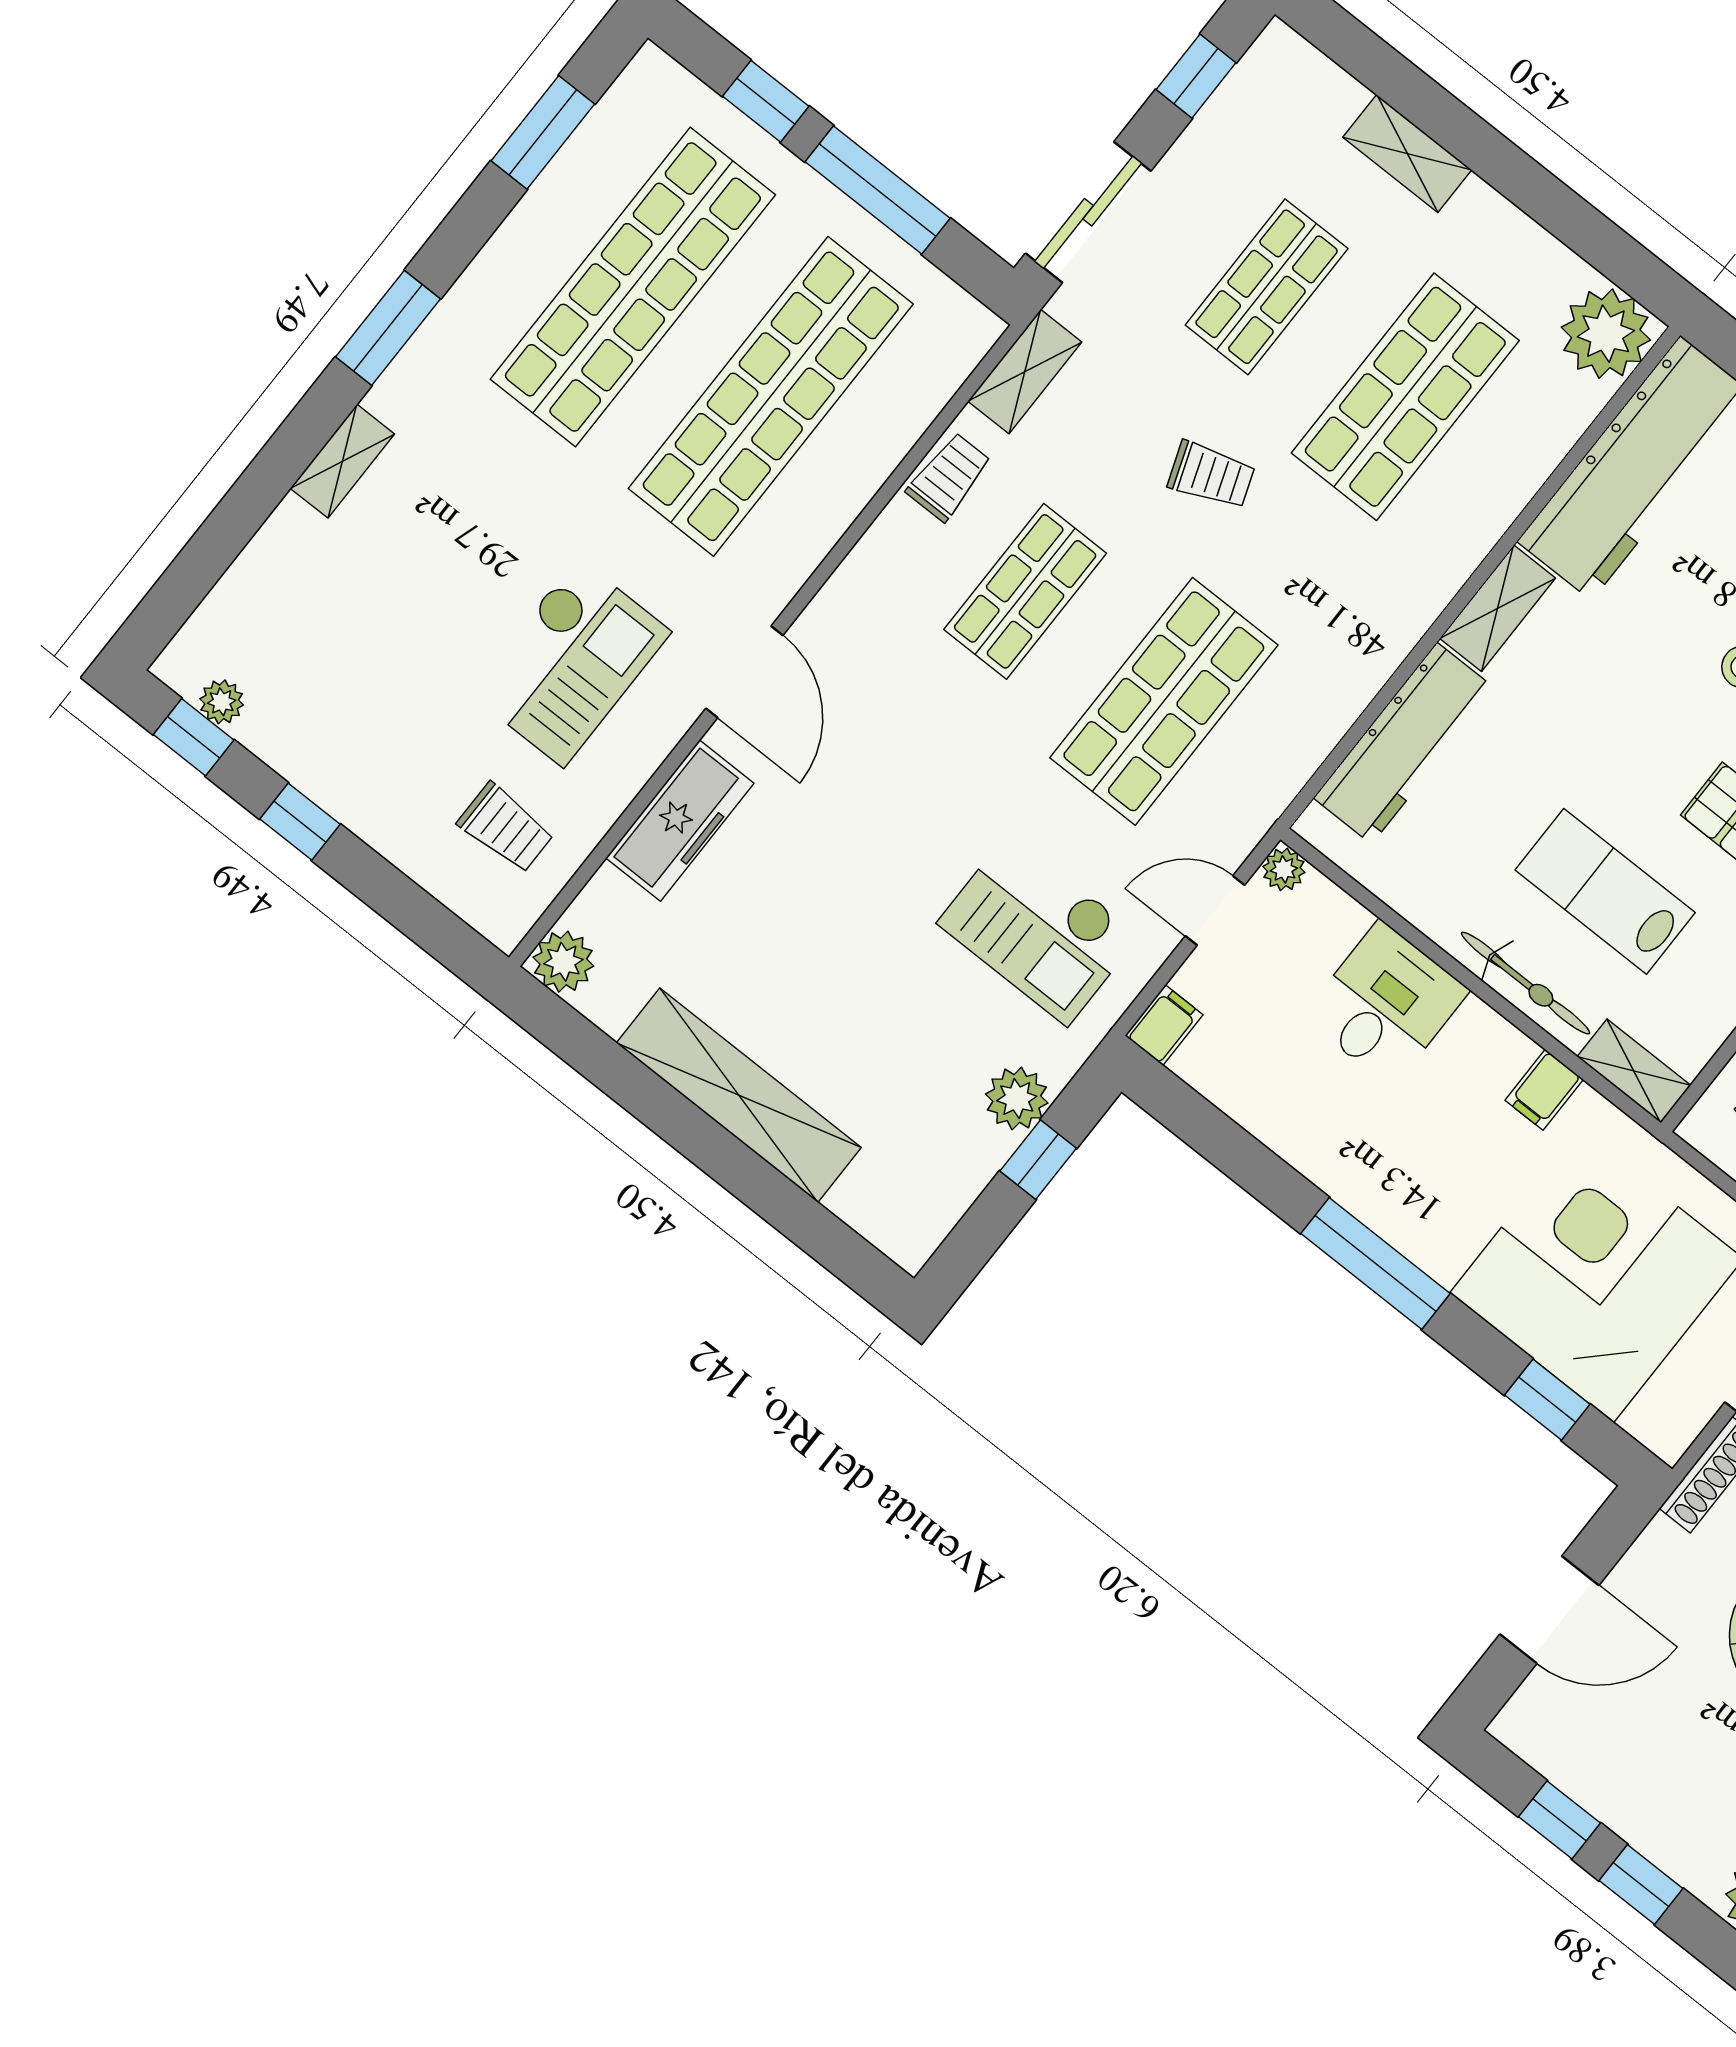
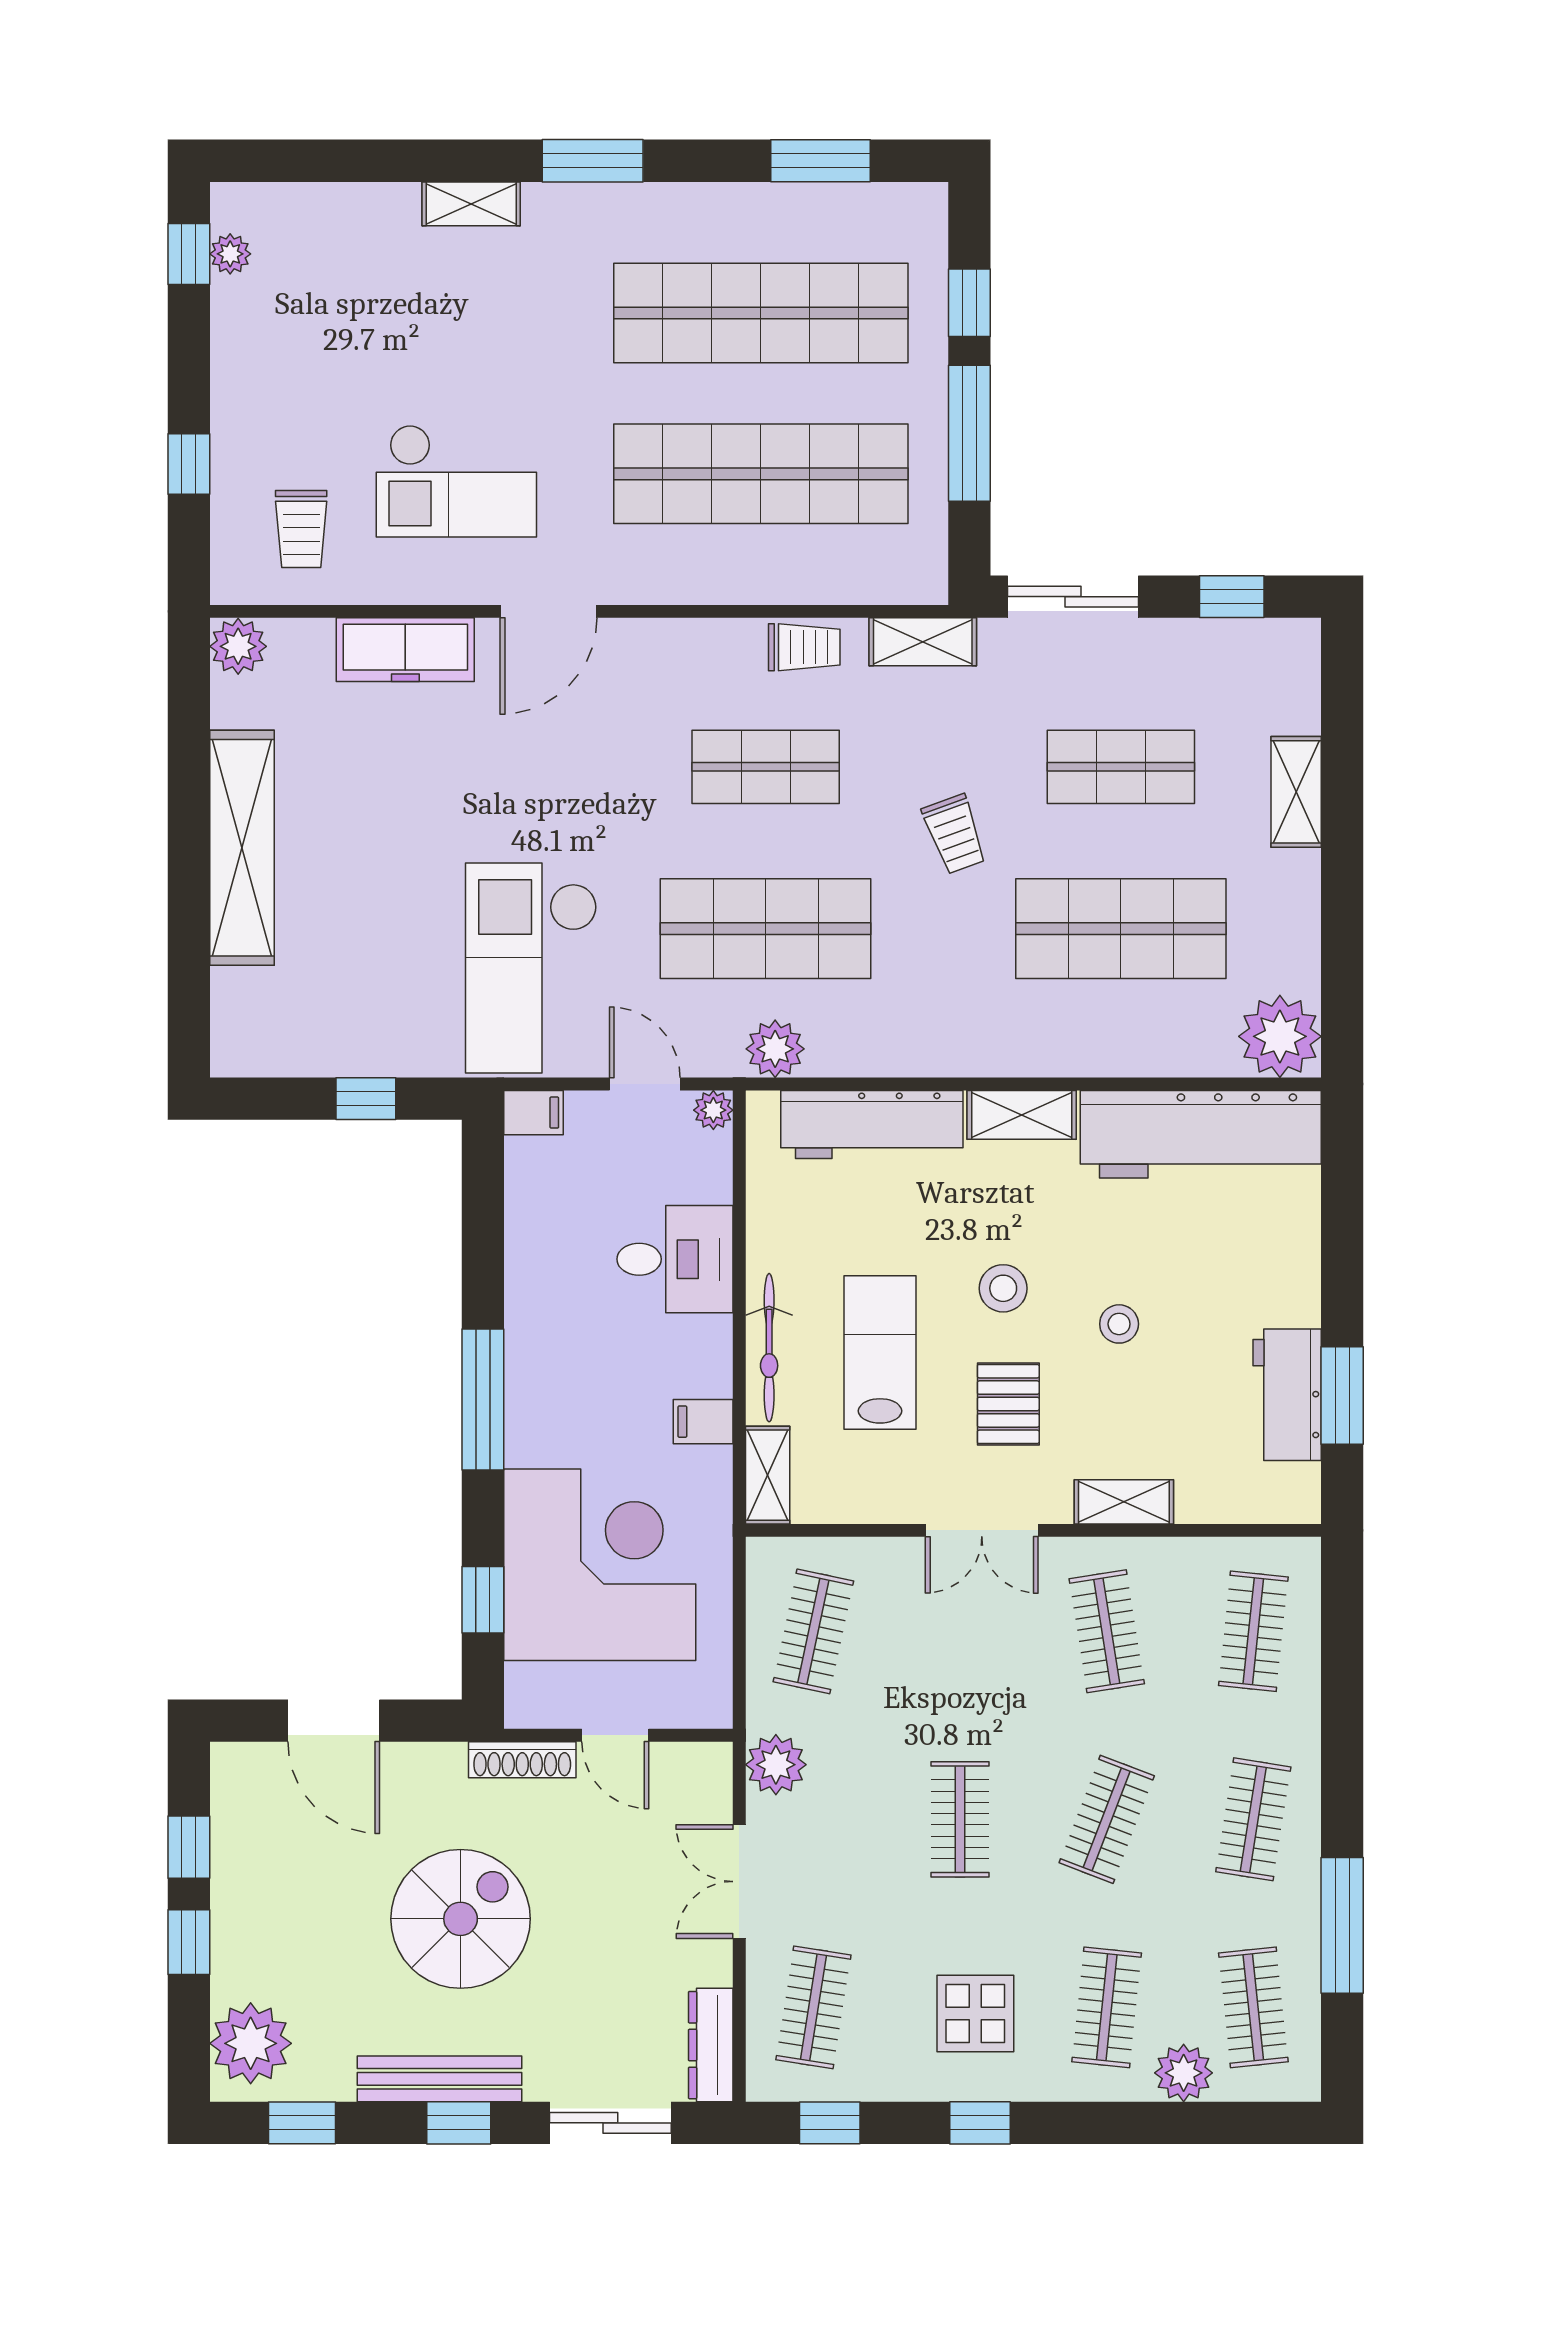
stool: (1634, 742) -> (1003, 1288), added
window: (300, 822) -> (189, 464), moved
checkout: (1038, 929) -> (531, 968), width x1.36, depth x1.21
plant: (1017, 1099) -> (775, 1049), moved

